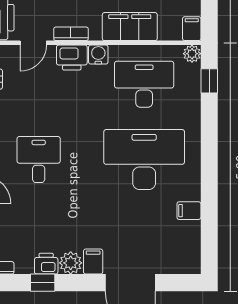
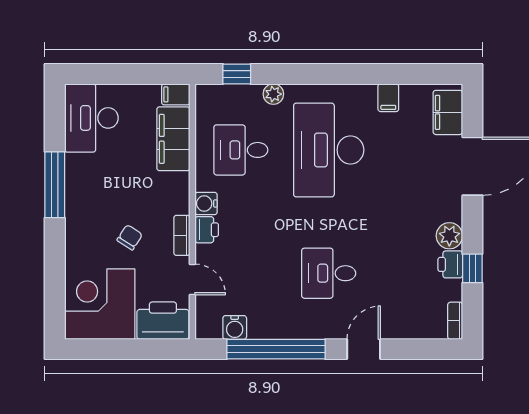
filing cabinet: (130, 27) -> (173, 139), moved
plant: (192, 54) -> (273, 94), moved
printer: (72, 58) -> (207, 230), width x0.73, depth x0.81
desk: (144, 84) -> (241, 150), width x0.73
filing cabinet: (93, 262) -> (448, 112), moved, width x2.00

